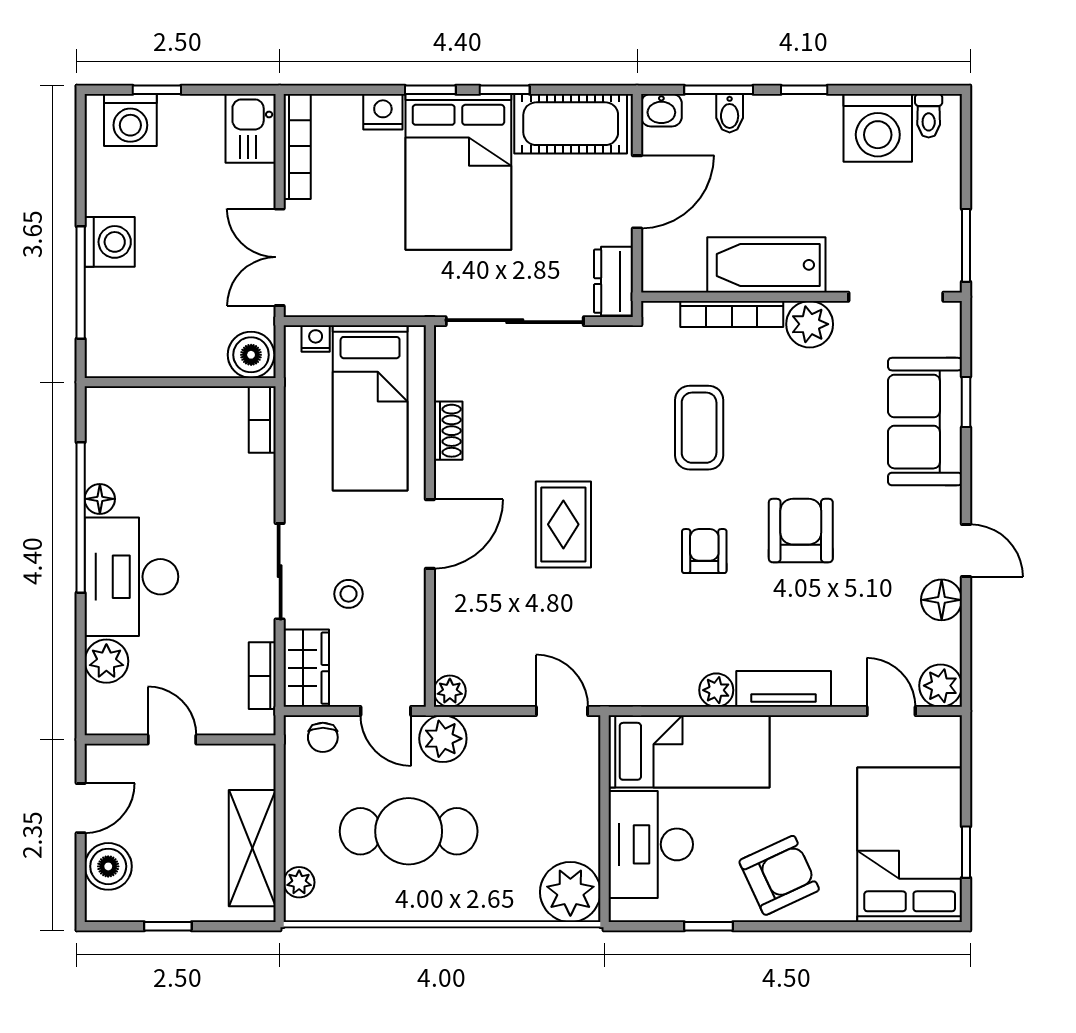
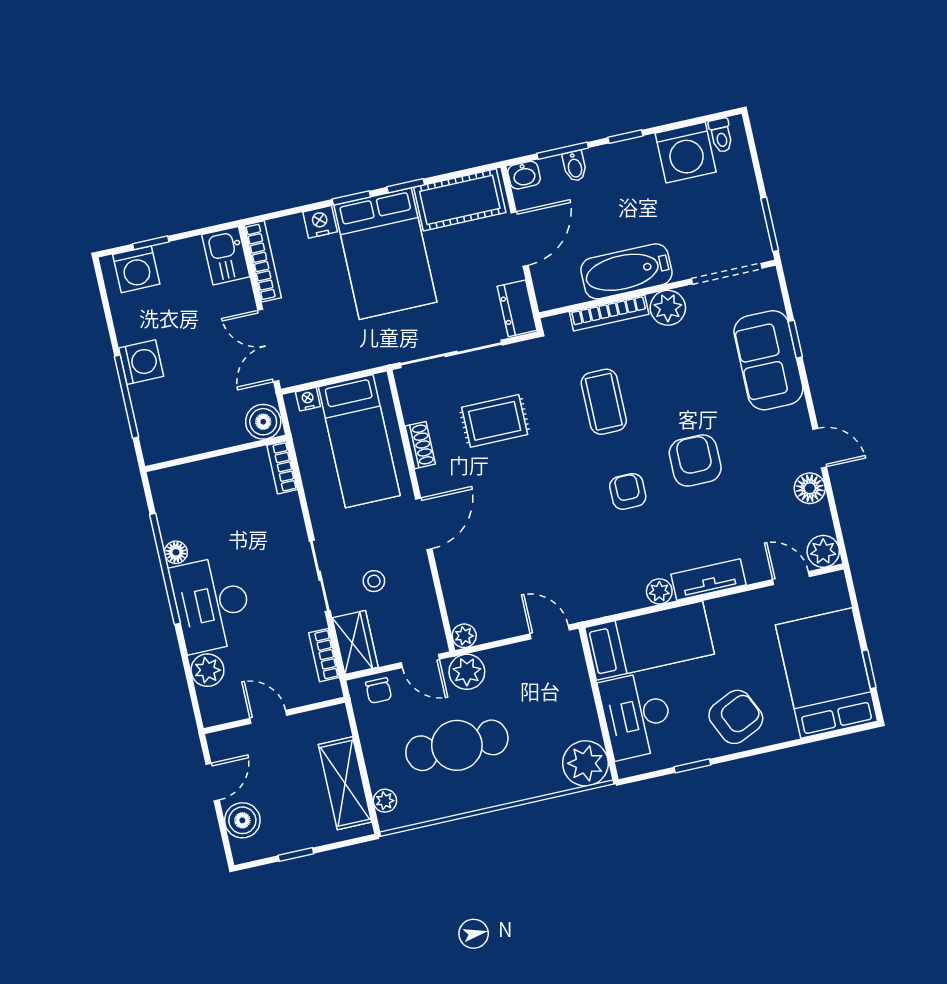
rug: (563, 524) -> (495, 421), moved, turned 90

